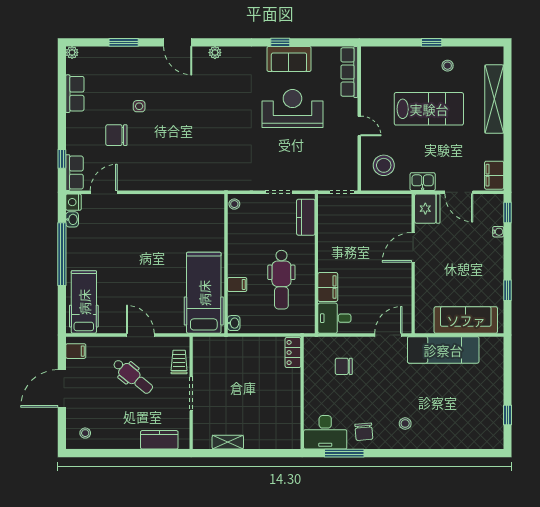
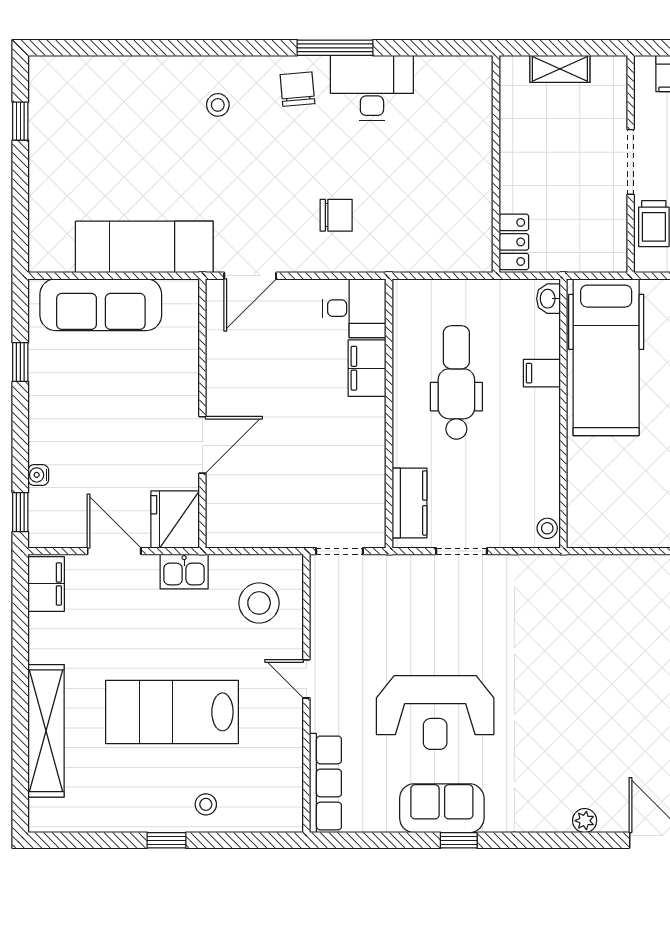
stool: (448, 66) -> (206, 804), moved
locker: (293, 352) -> (514, 242), moved
wall: (302, 393) -> (496, 164), moved

